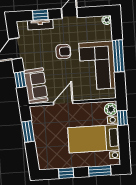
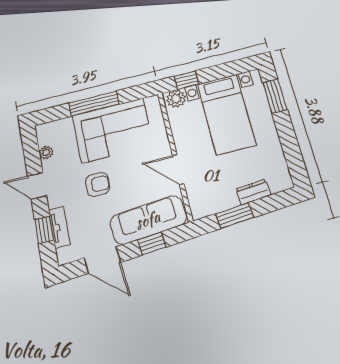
plant: (107, 20) -> (46, 153), moved
armchair: (63, 52) -> (98, 184), turned 90
sofa: (36, 86) -> (148, 220), width x1.36
dresser: (41, 145) -> (253, 192), added
window: (66, 173) -> (290, 145), removed

